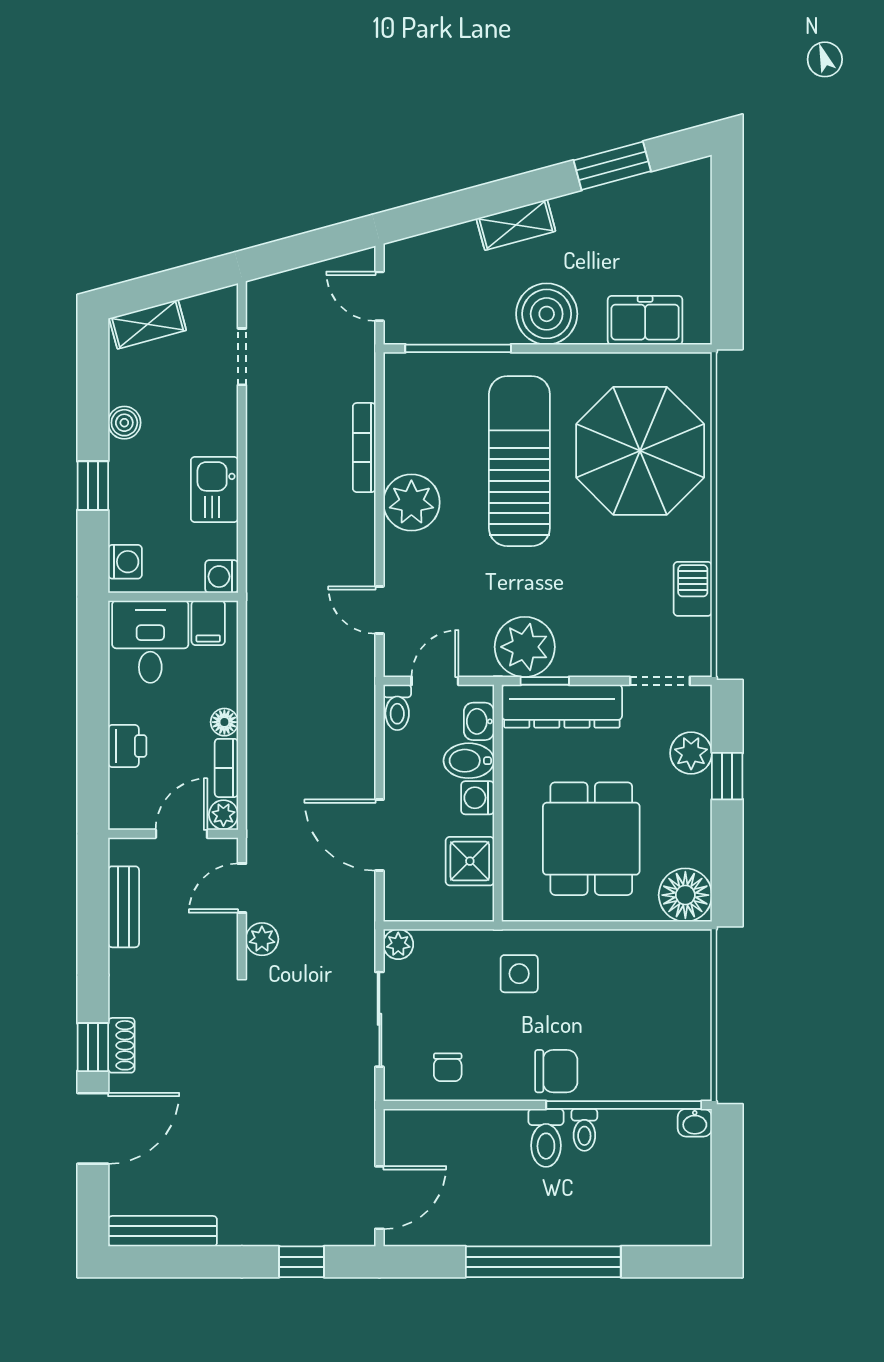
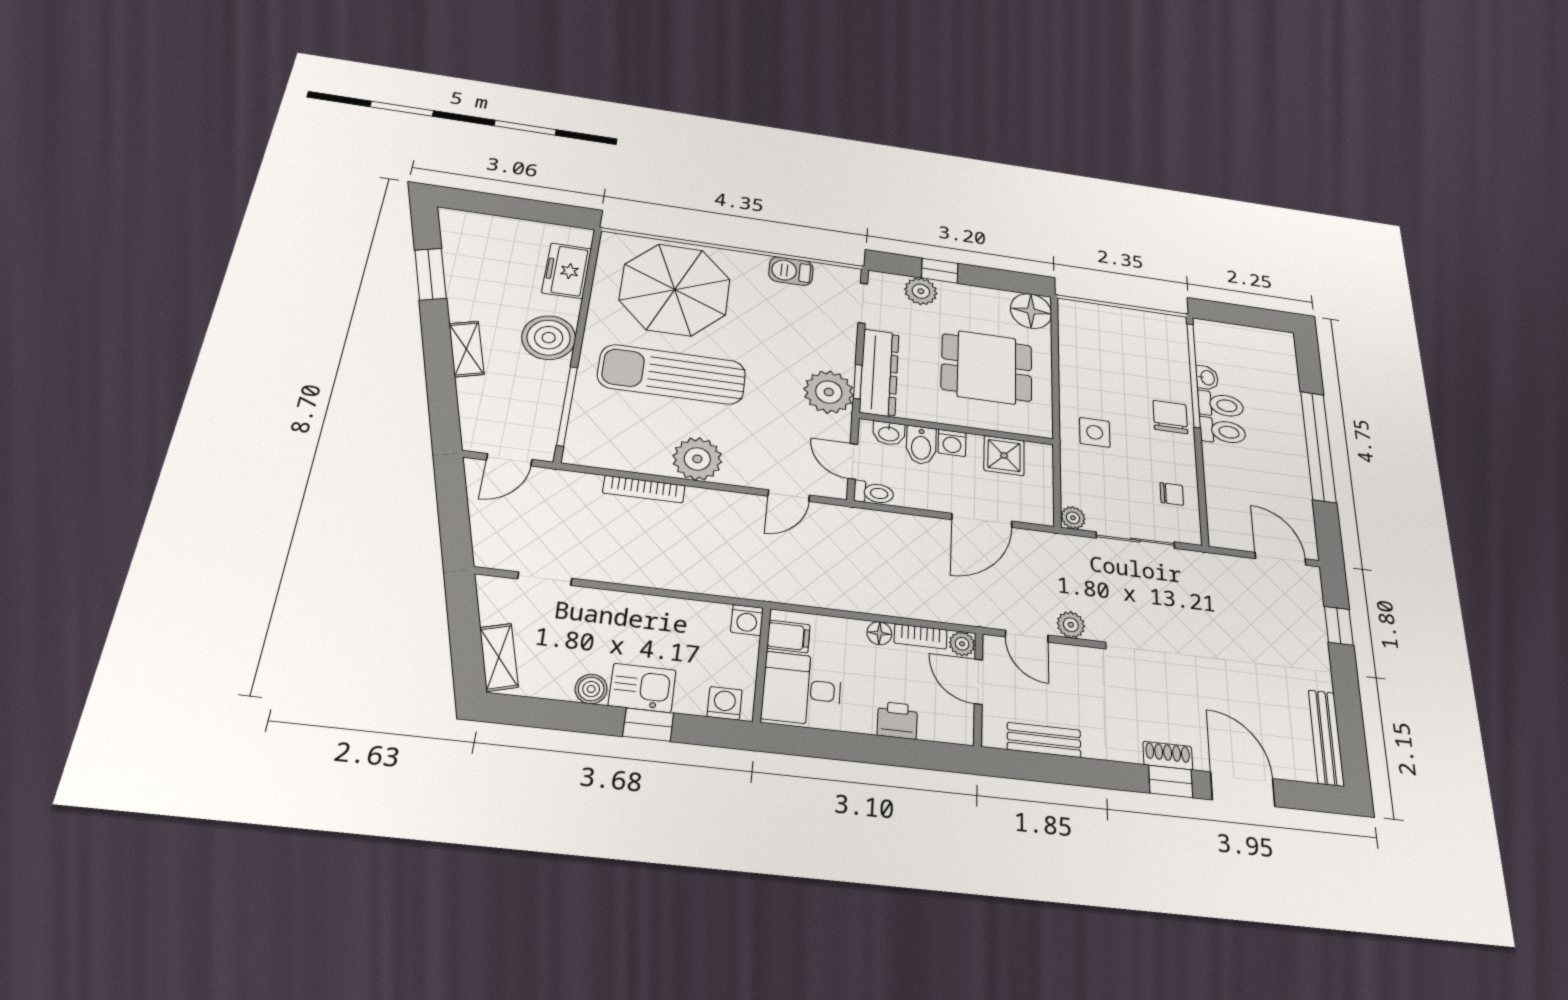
kitchen sink: (214, 489) -> (642, 688), moved, turned 180
washbasin: (695, 1123) -> (1207, 378), moved
toilet: (584, 1130) -> (1221, 405), width x1.37, depth x1.39

